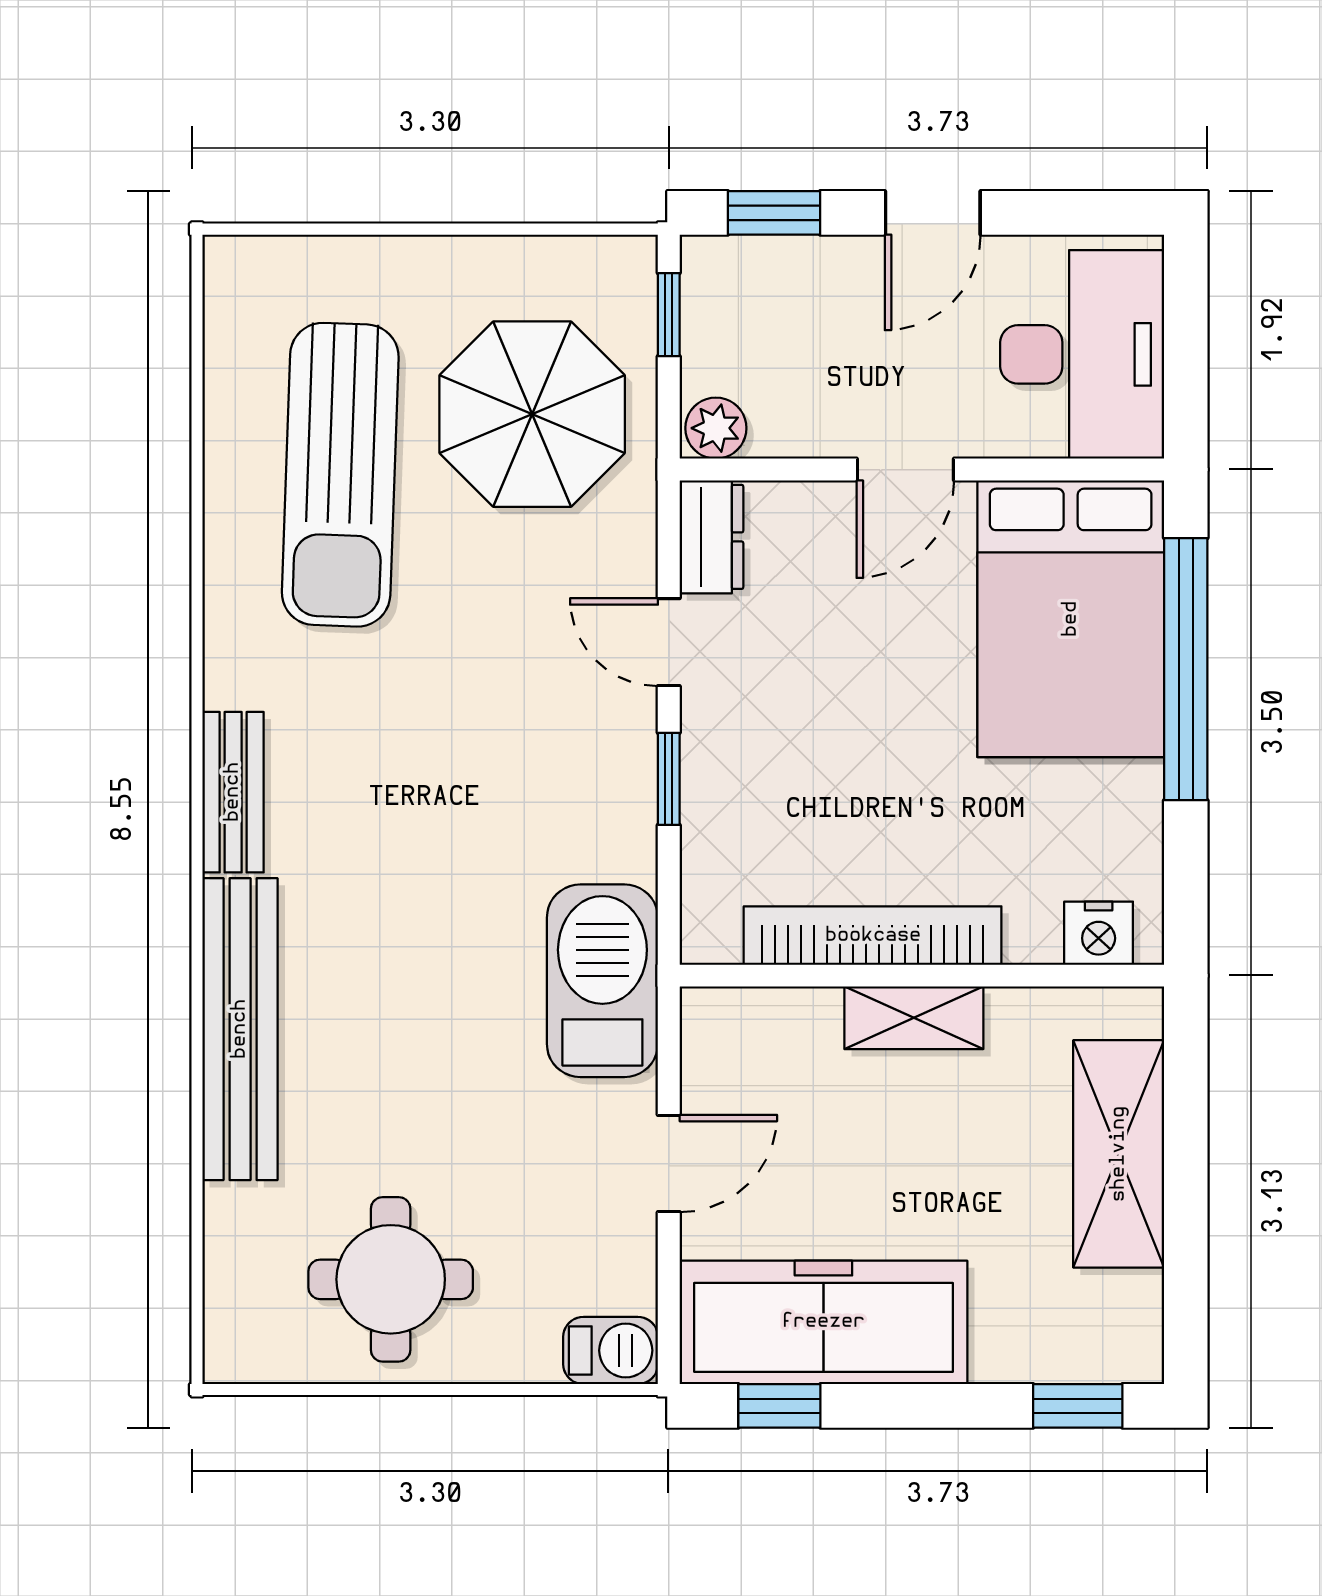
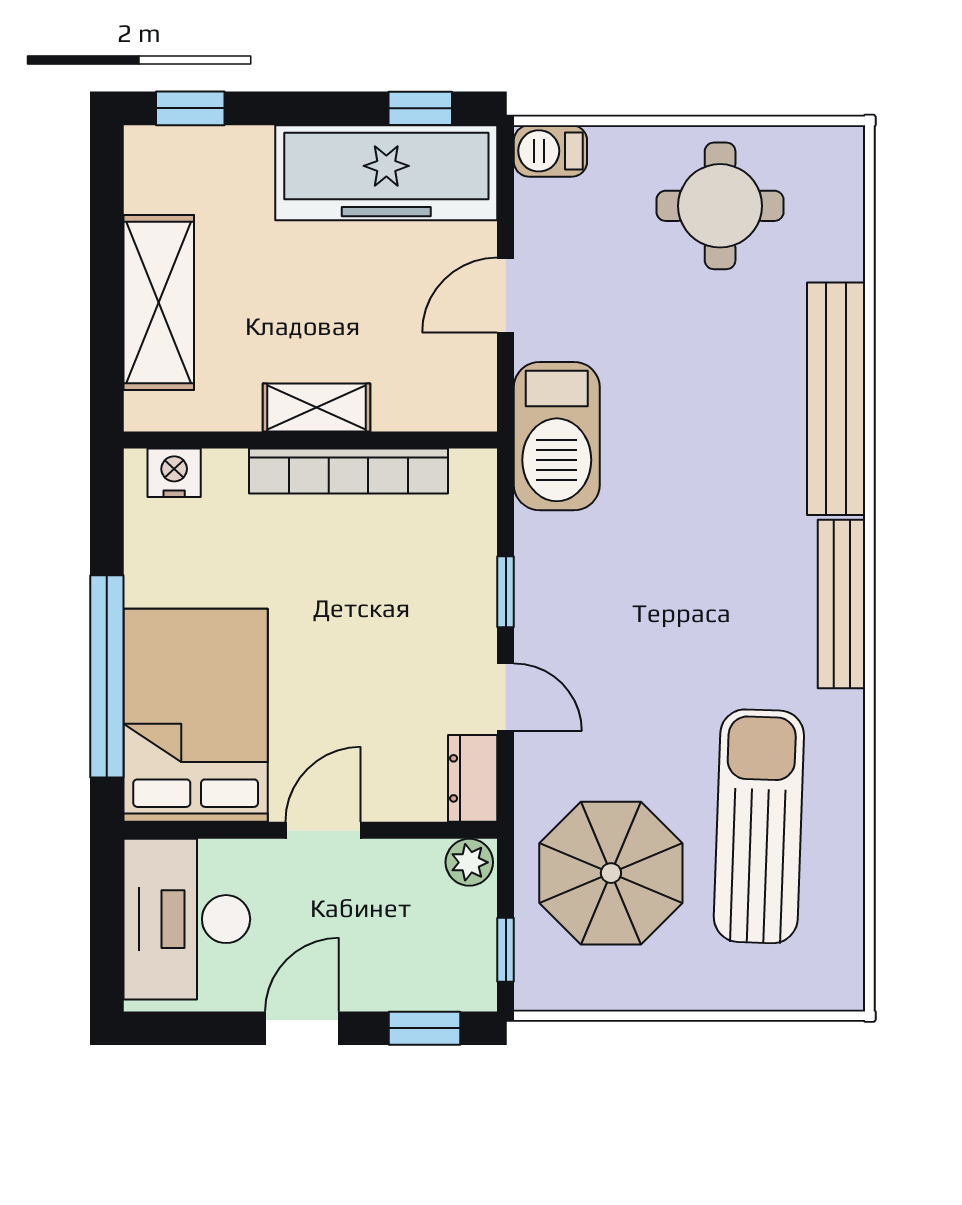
bench: (233, 792) -> (842, 604), width x1.36

